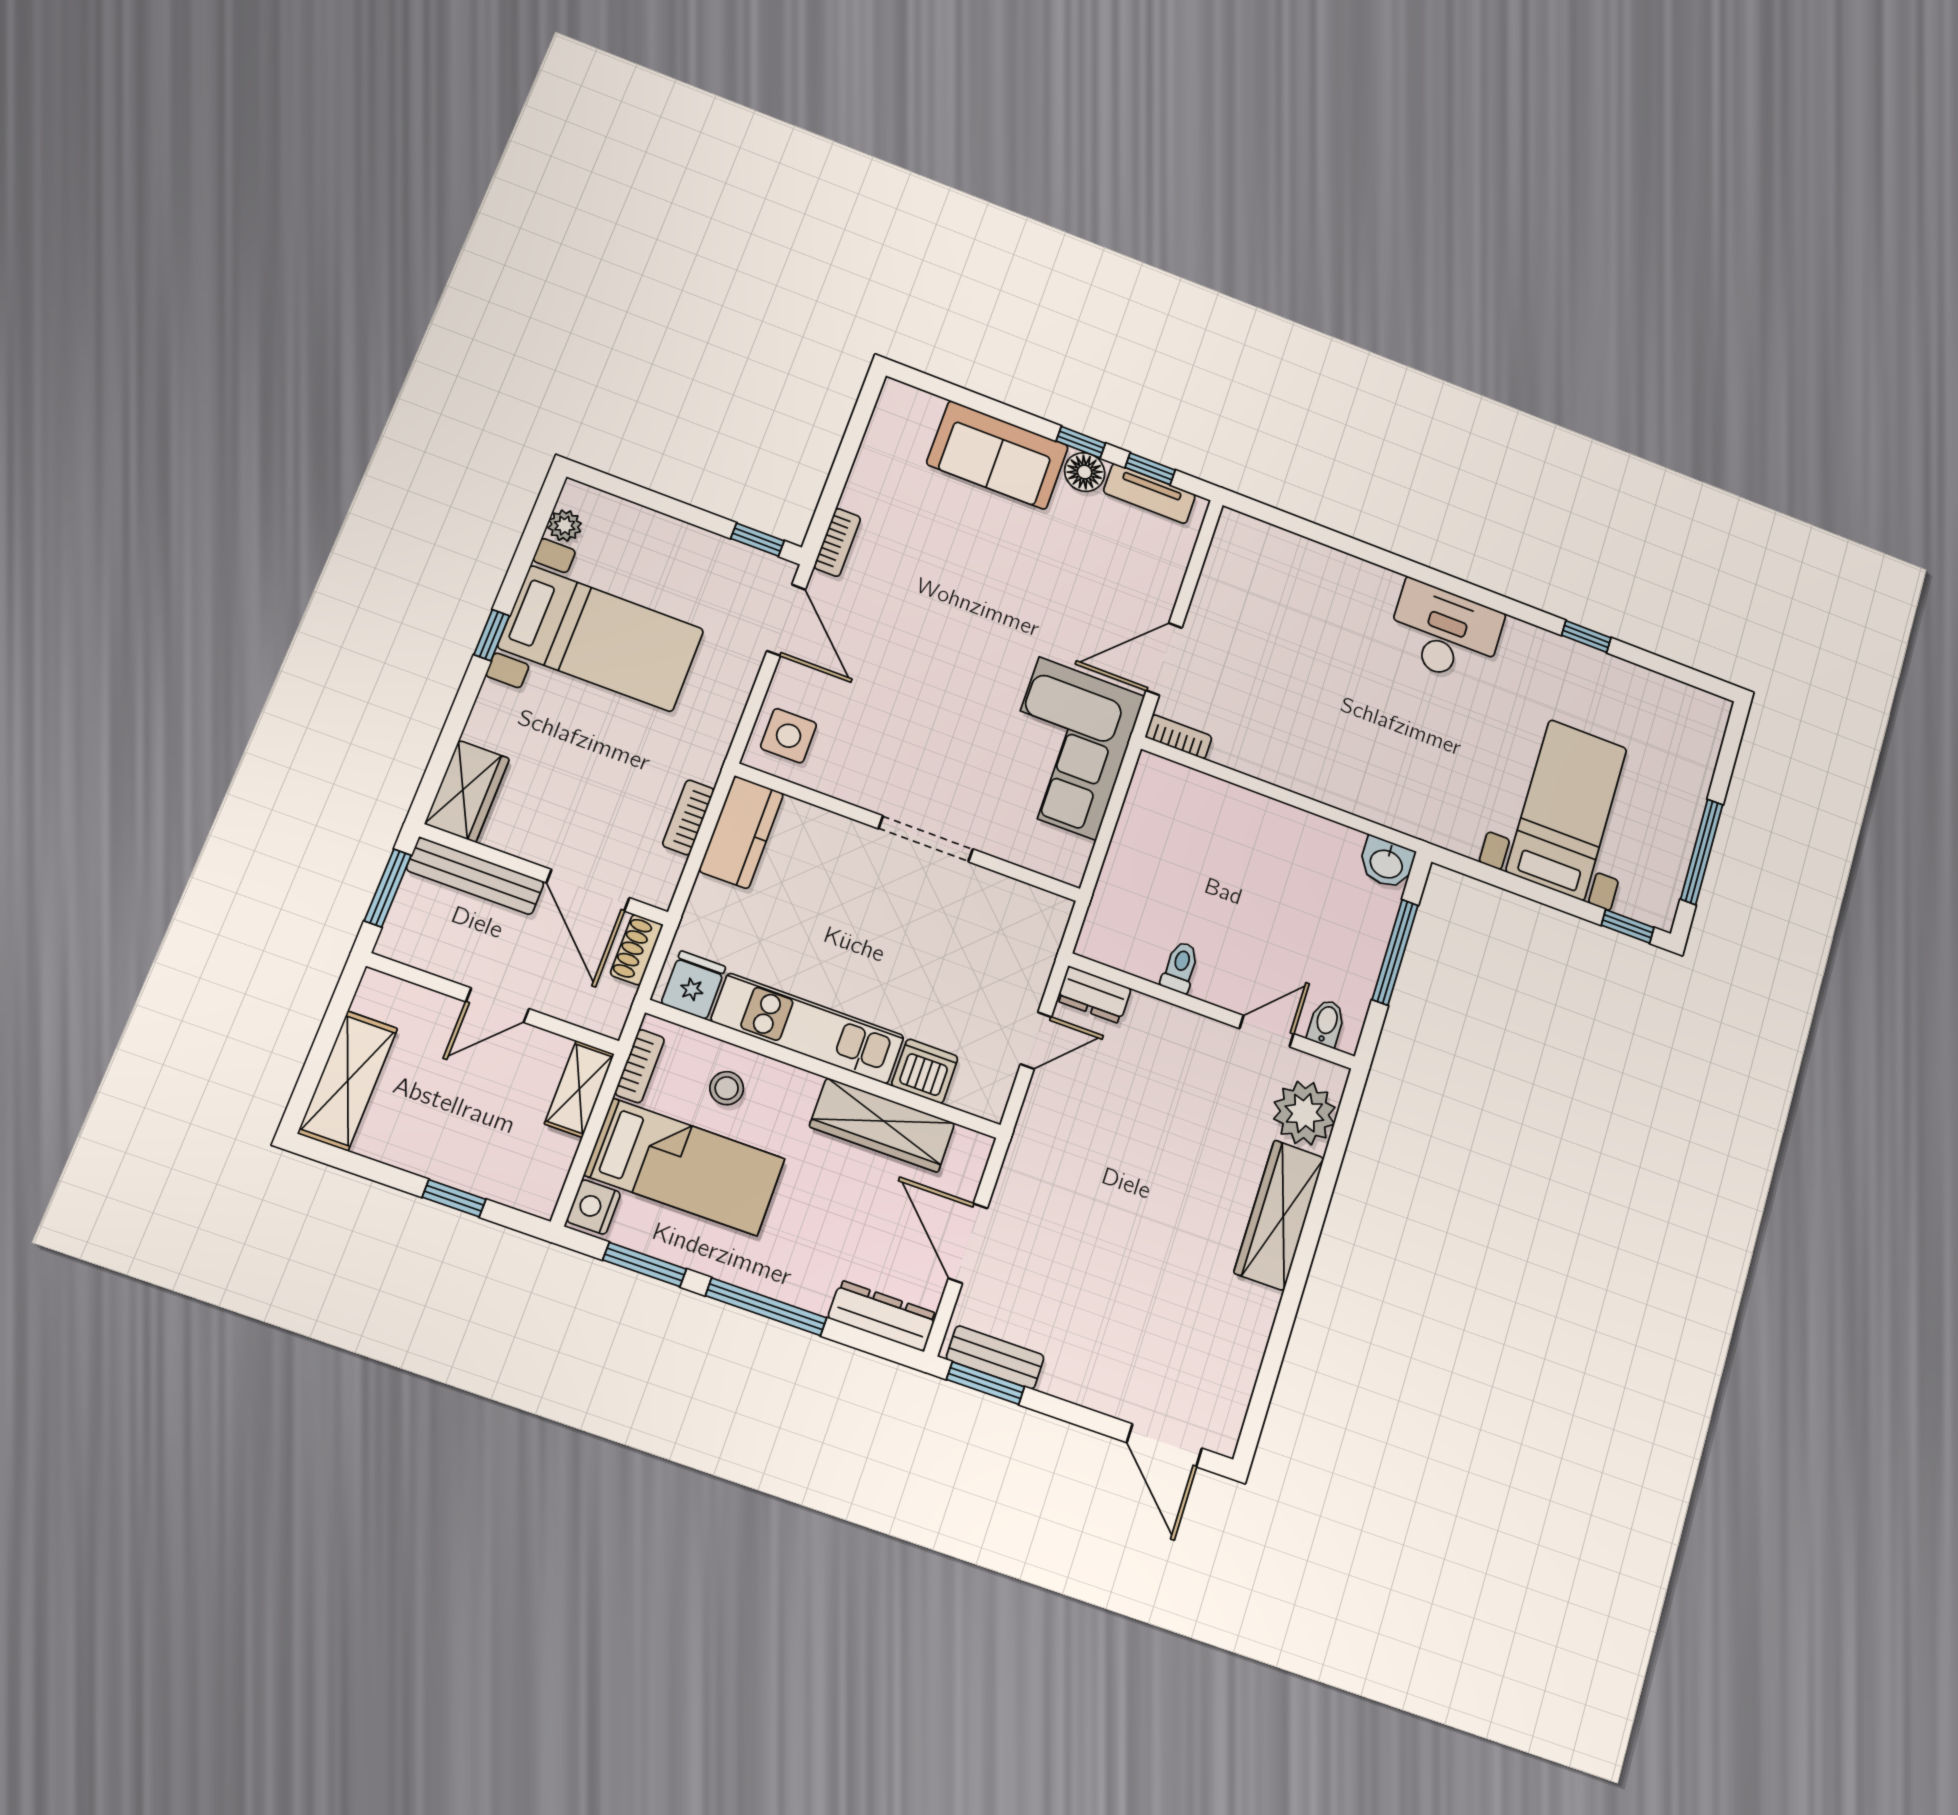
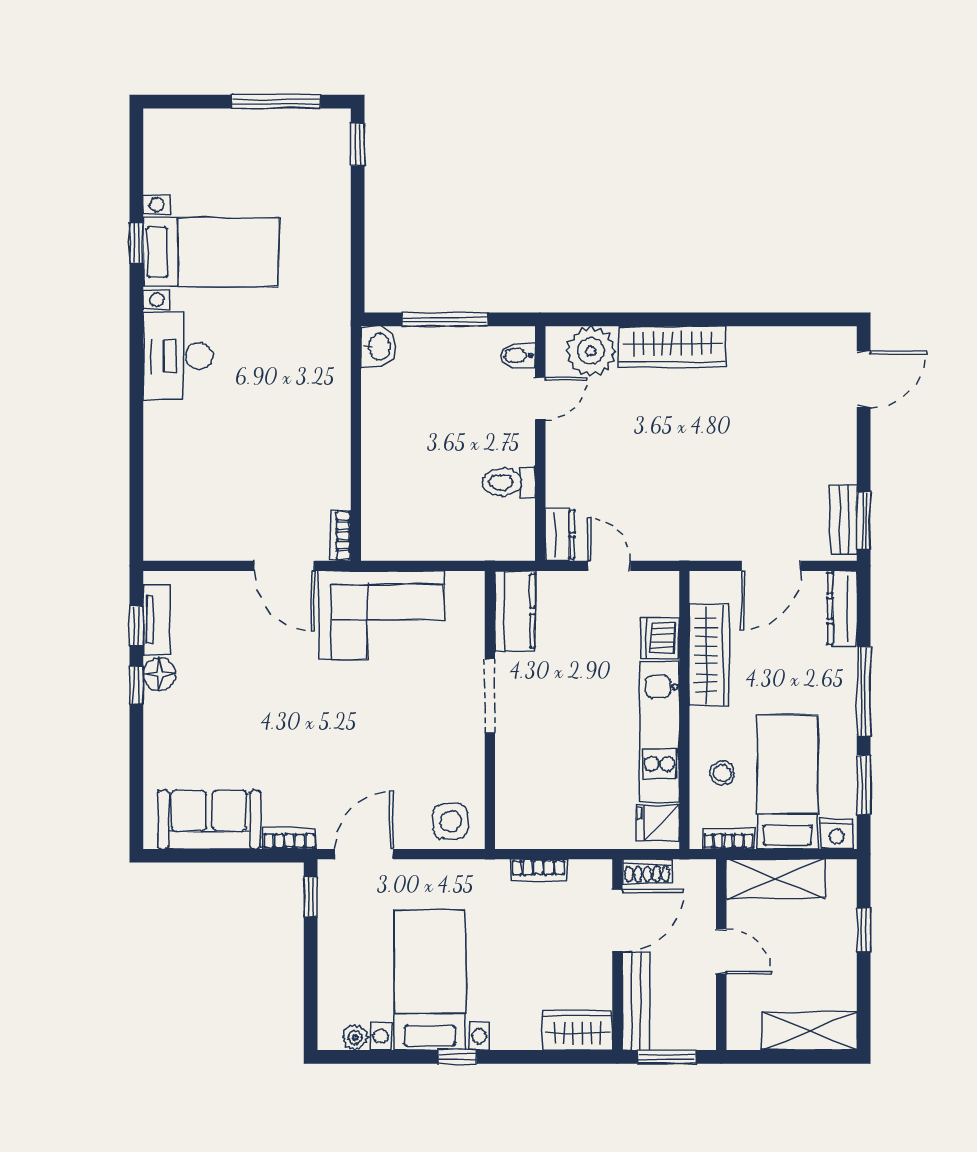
sofa: (998, 455) -> (209, 820), moved, turned -90
bed with nightstands: (1567, 810) -> (211, 252), moved, turned 180
kitchen counter: (741, 832) -> (515, 611), moved, turned 90
toilet: (1180, 967) -> (509, 482), width x1.37, depth x1.39
door: (1267, 1031) -> (540, 398), swing flipped
shelving: (579, 1089) -> (776, 879), width x1.50, depth x1.33

